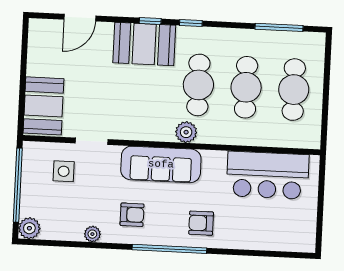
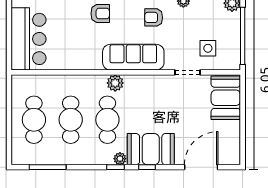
door: (80, 18) -> (201, 167), width x1.36
plant: (185, 34) -> (120, 159), added
bar counter: (268, 175) -> (29, 39), moved, turned 90

